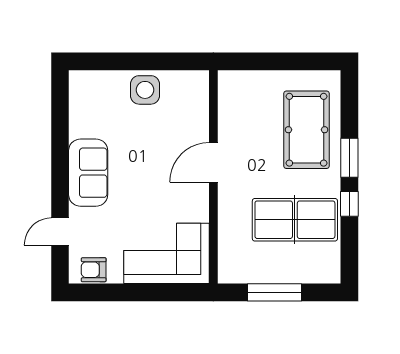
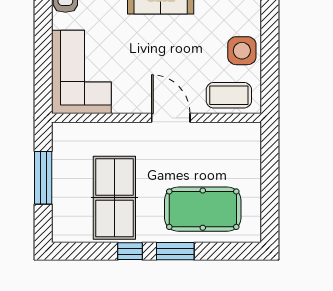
coffee table: (190, 103) -> (229, 95), added

